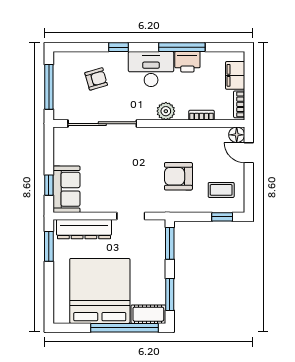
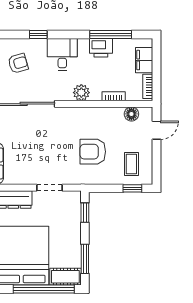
window: (182, 47) -> (111, 34), moved
desk: (151, 69) -> (62, 54), width x0.73
floor lamp: (237, 135) -> (131, 114), moved
door: (249, 153) -> (157, 130), swing flipped
coffee table: (221, 190) -> (131, 164), turned 90
window: (170, 243) -> (85, 213), width x0.67

